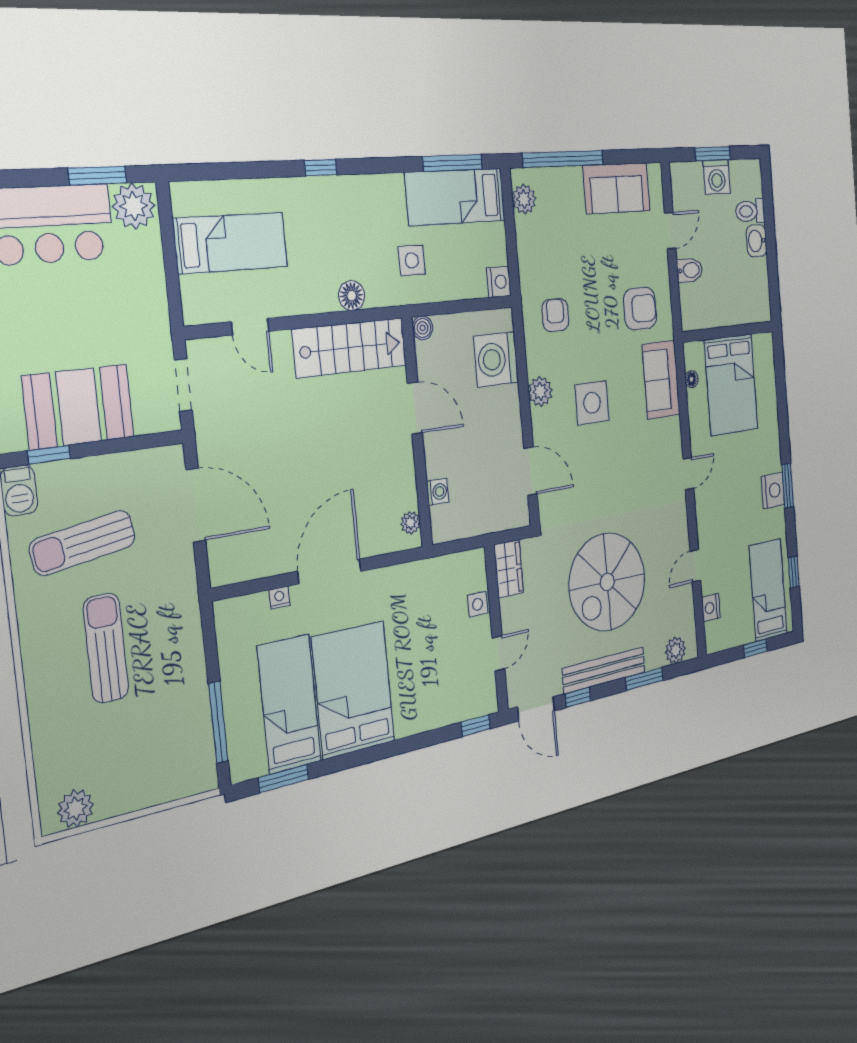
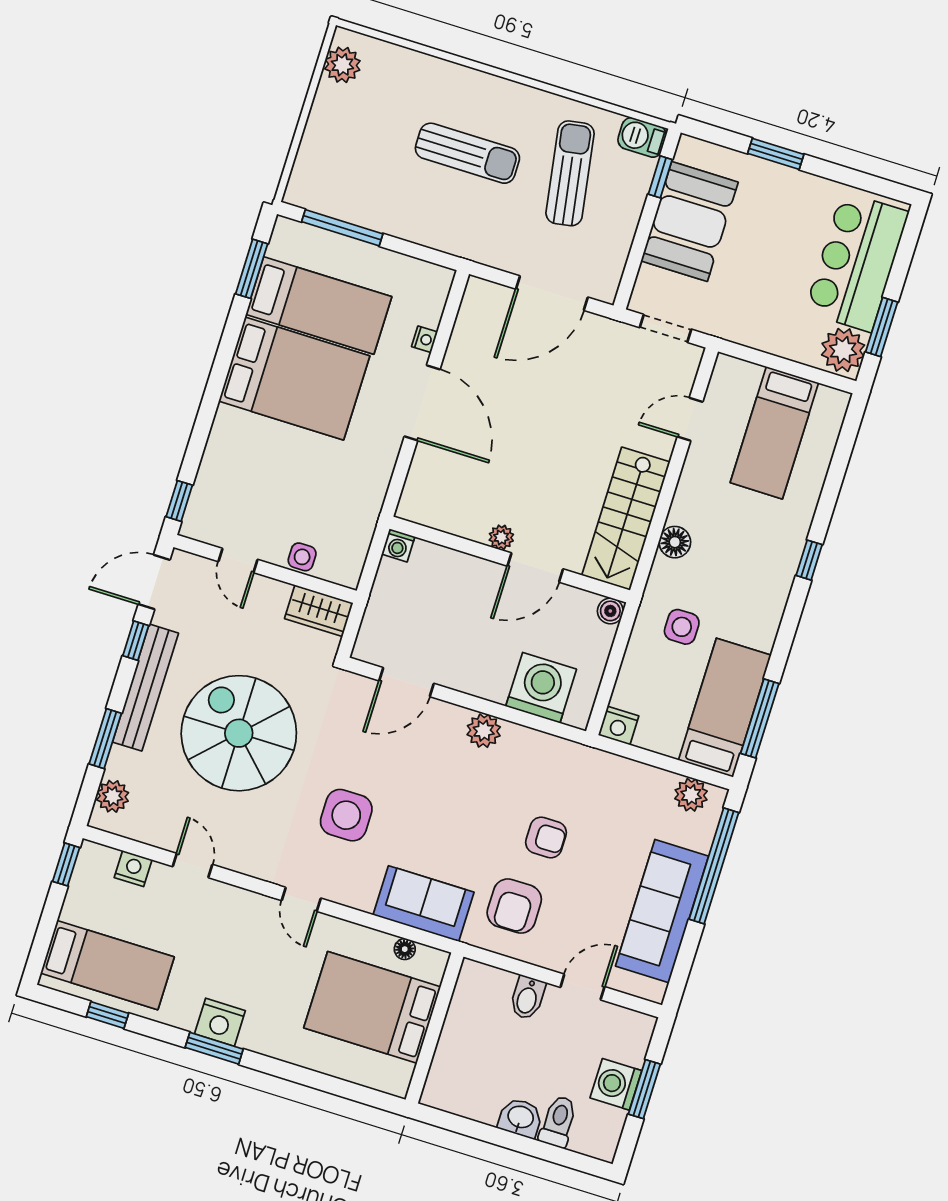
sofa: (617, 188) -> (662, 911), width x1.36
door: (670, 231) -> (582, 987), swing flipped
armchair: (555, 315) -> (546, 837), moved
side table: (592, 403) -> (346, 815), moved
washing machine: (438, 492) -> (398, 545), moved
plant: (410, 523) -> (501, 537), moved
window: (755, 648) -> (66, 864), moved

